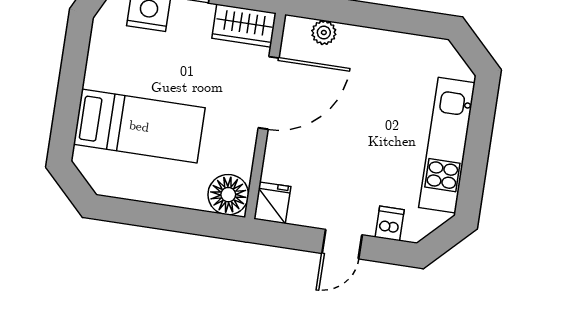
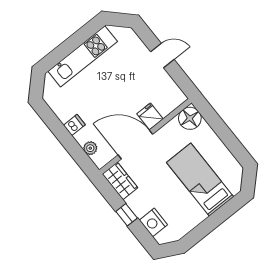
fridge: (272, 203) -> (150, 116), moved, turned 90
dishwasher: (390, 223) -> (74, 125), moved, turned 180

